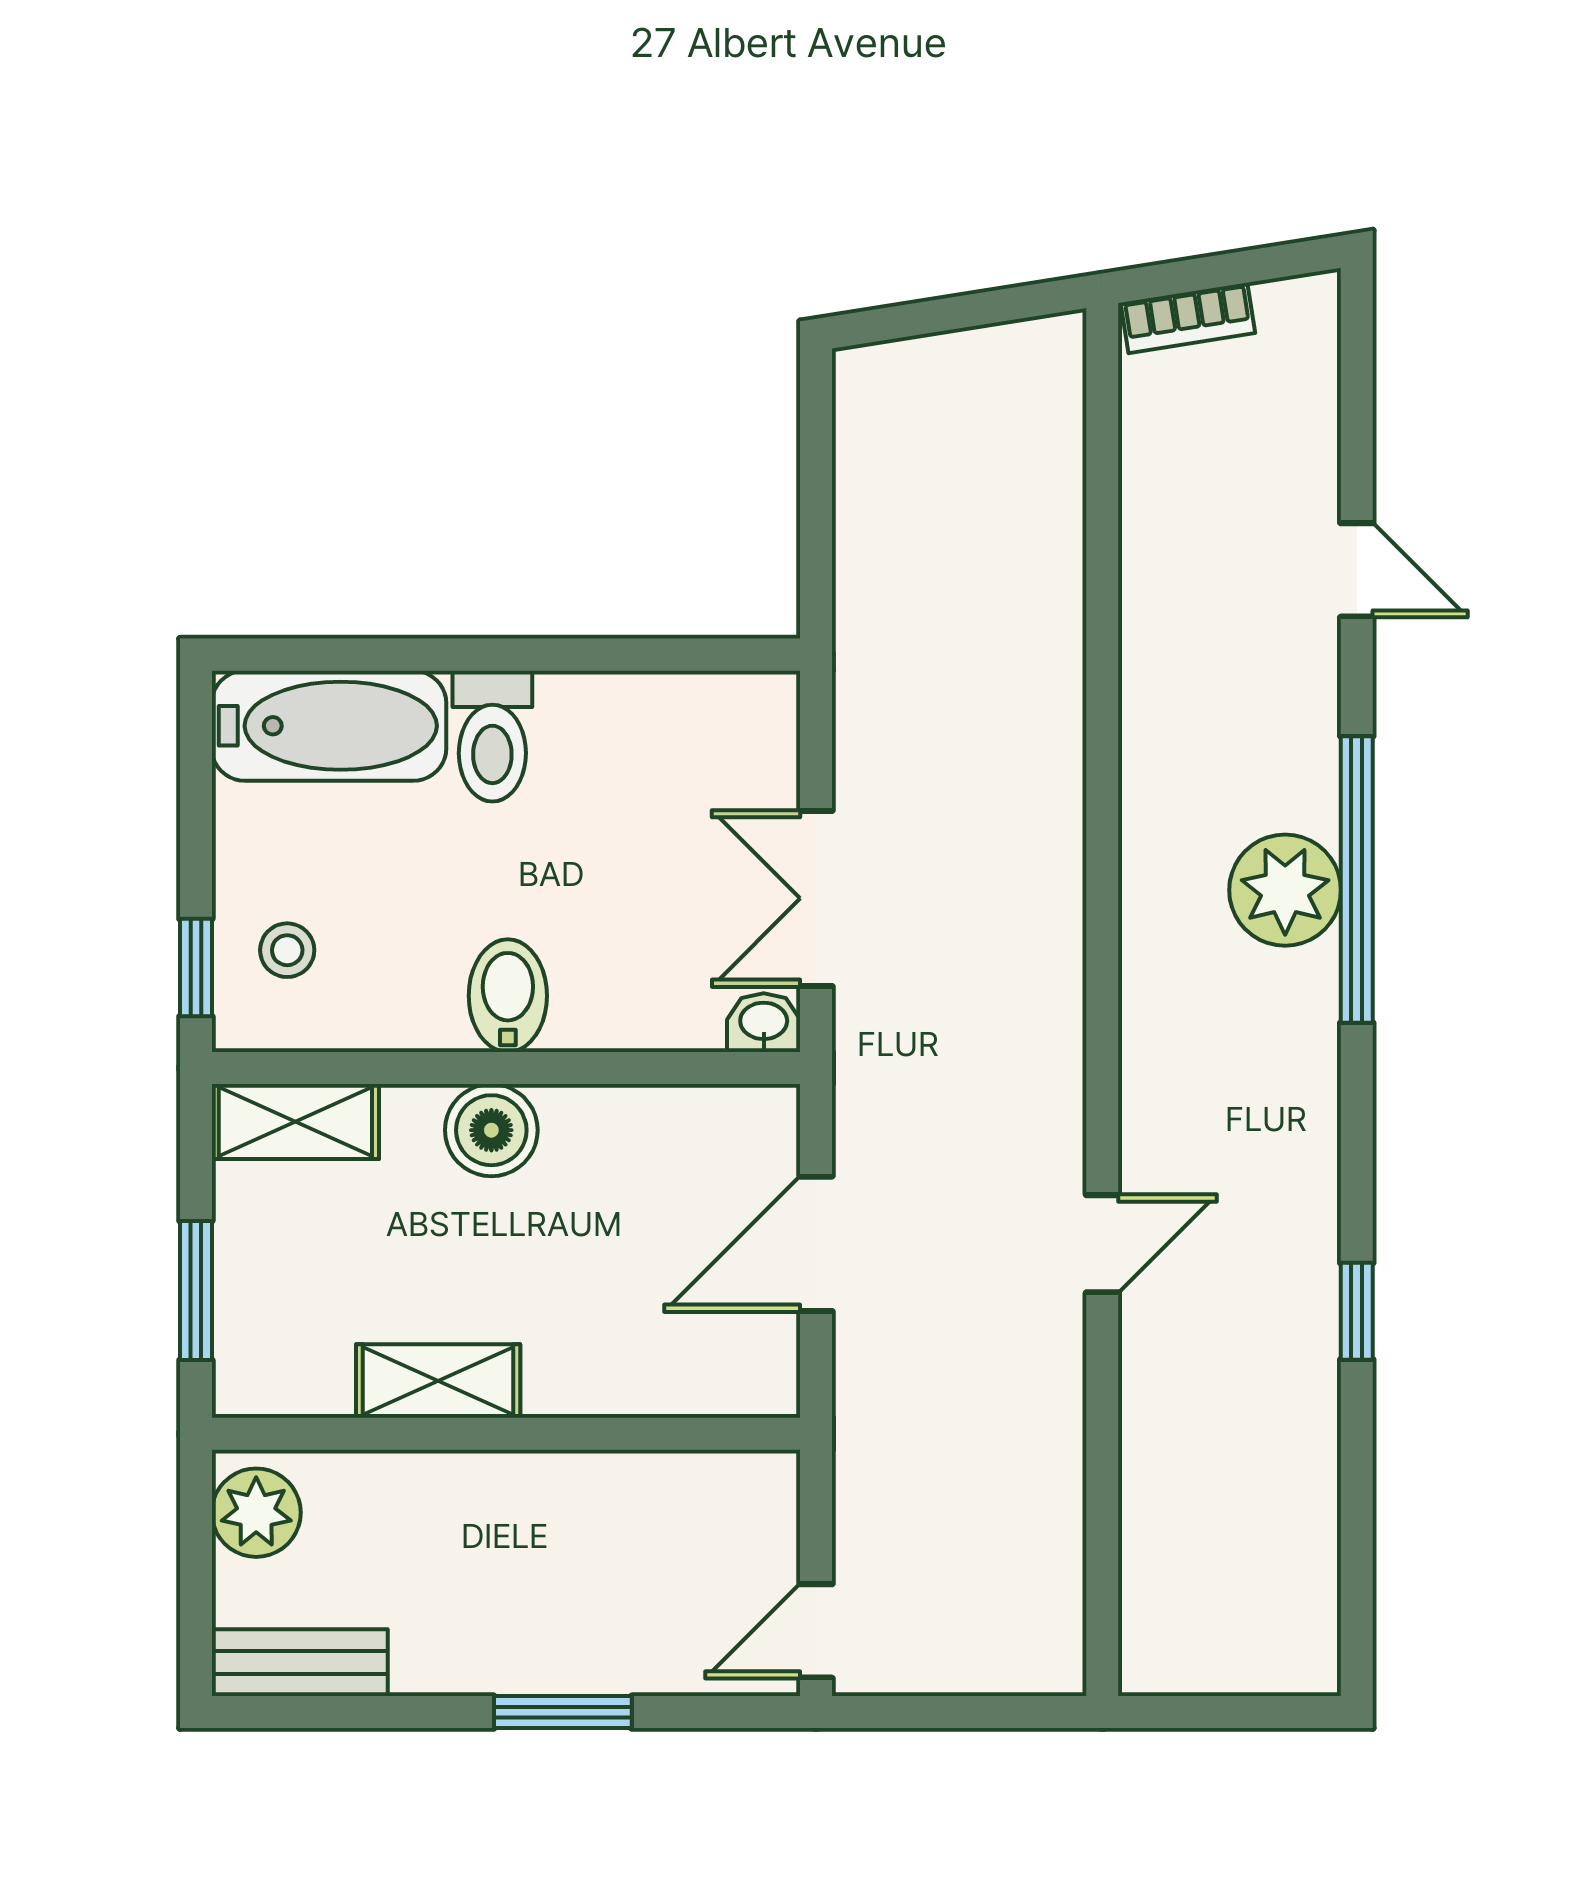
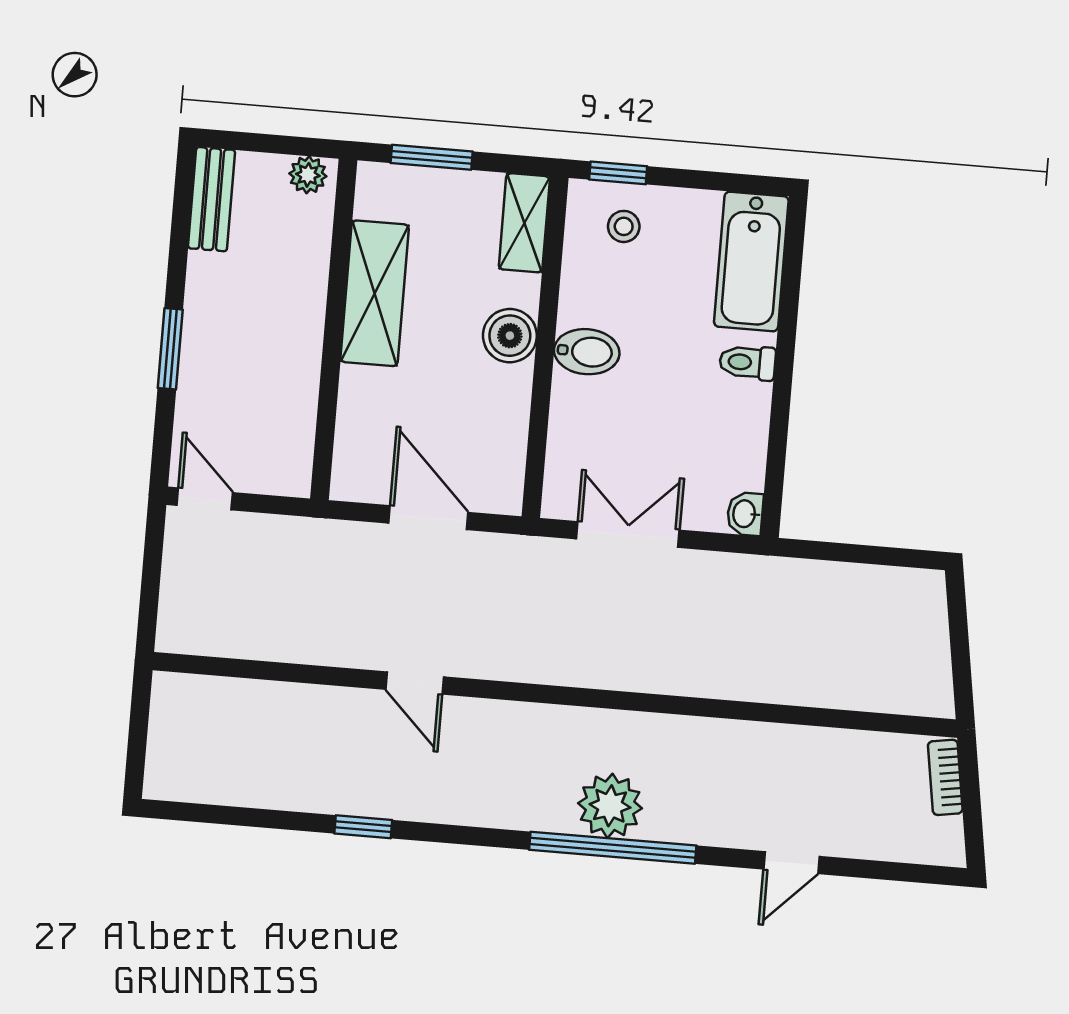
toilet: (492, 736) -> (747, 362), width x0.73, depth x0.72
washbasin: (764, 1023) -> (745, 514), moved, turned 180
shelving: (438, 1381) -> (375, 293), width x1.50, depth x1.33
plant: (256, 1513) -> (308, 175), width x0.73, depth x0.73

